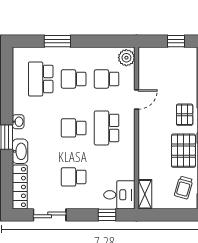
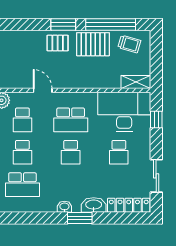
desk: (119, 195) -> (124, 112), width x1.87, depth x1.30

